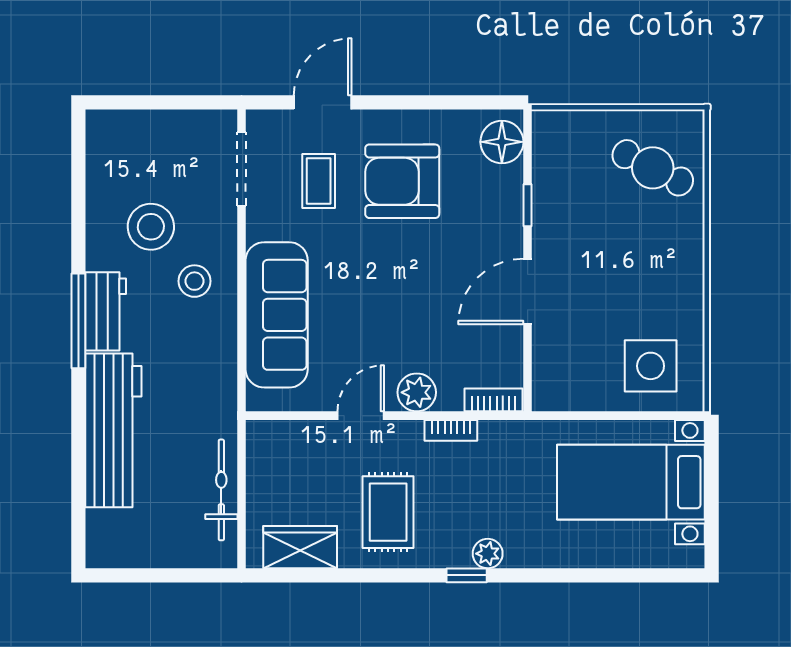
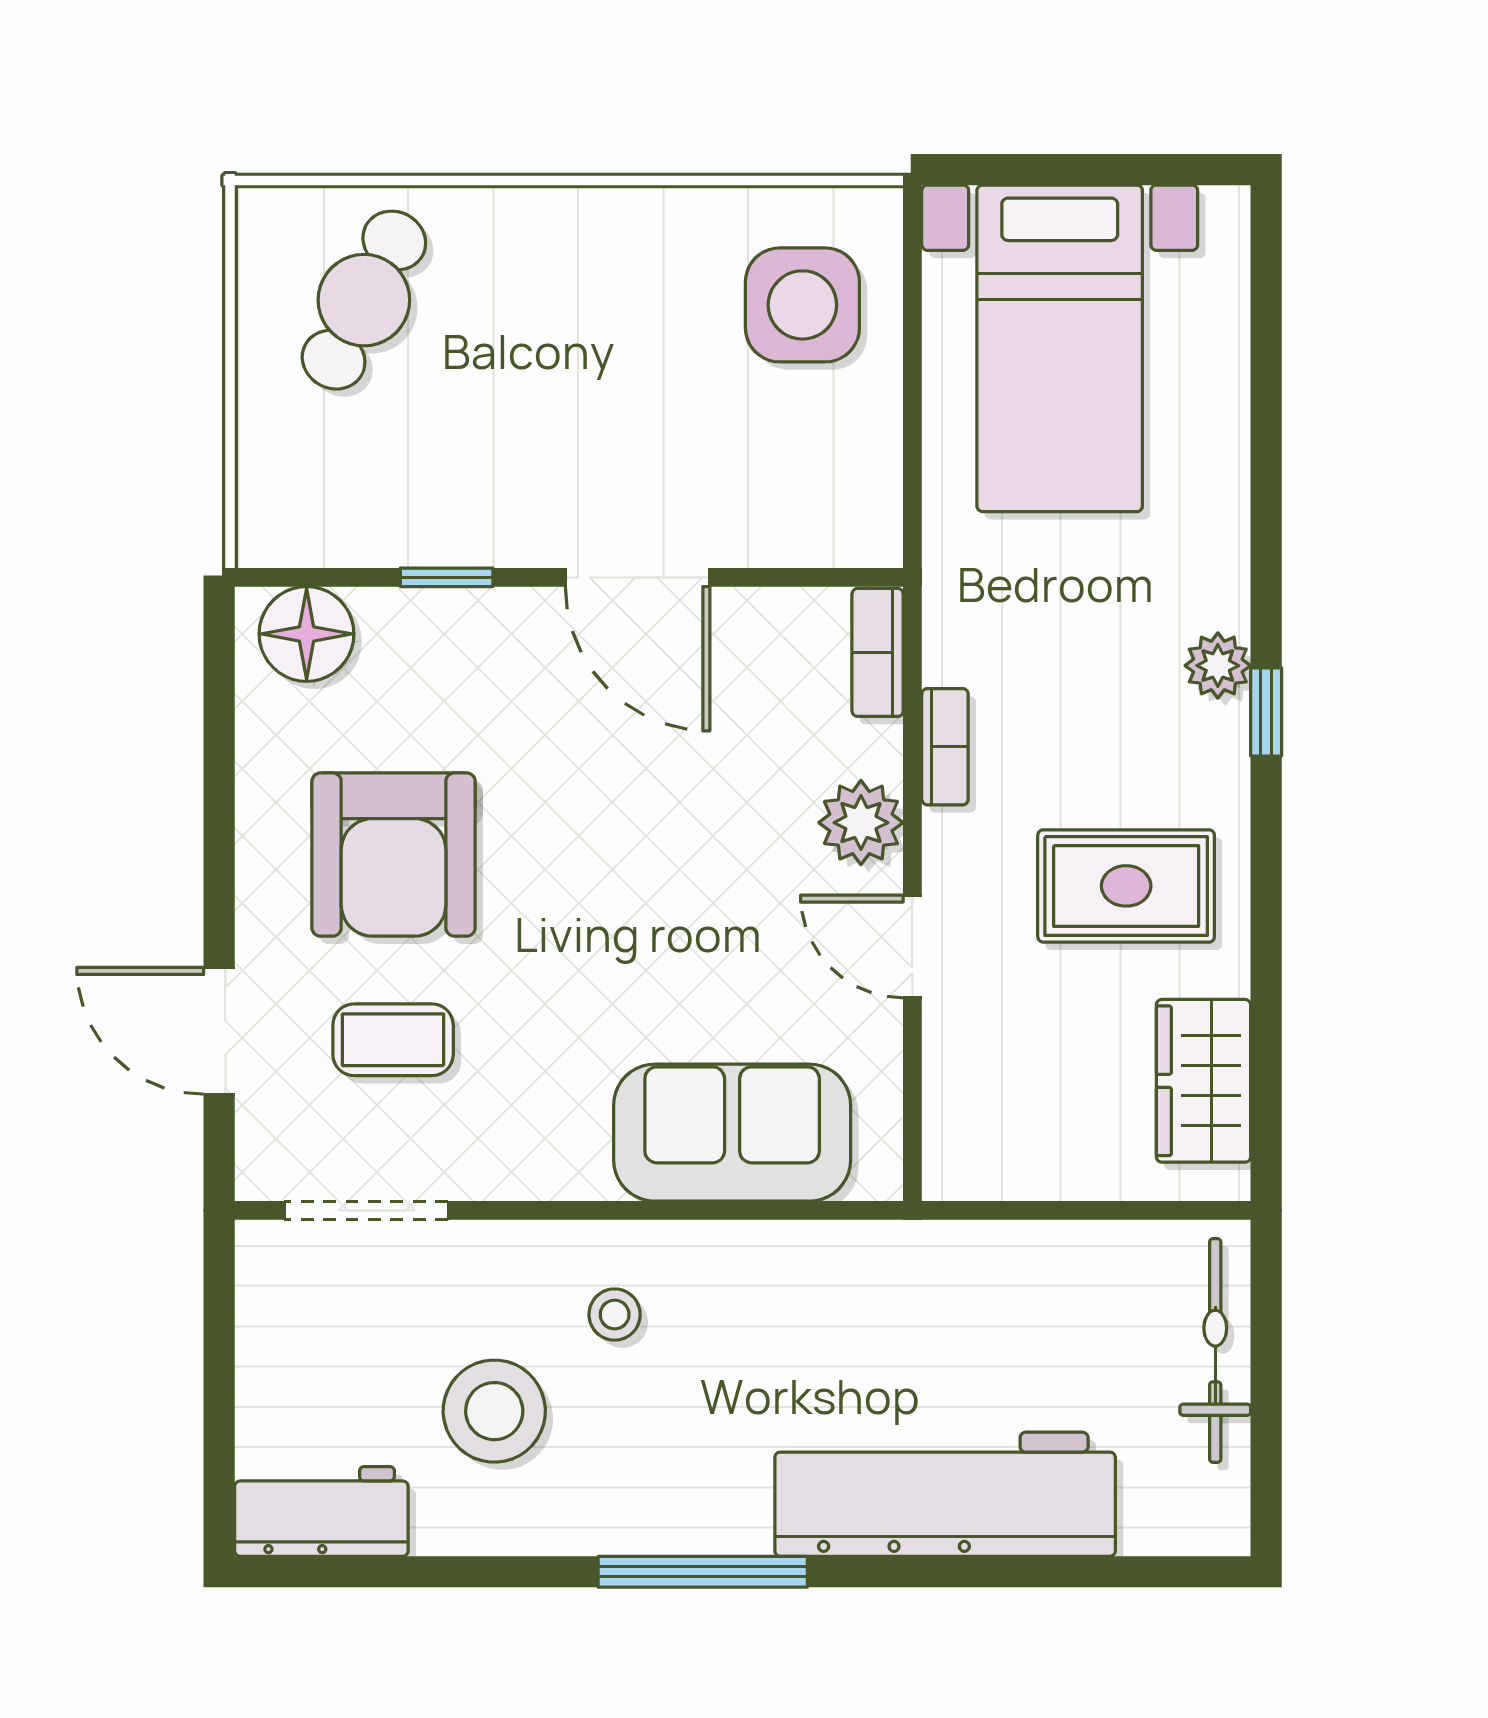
stool: (194, 281) -> (615, 1315), width x0.73, depth x0.73
workbench: (106, 311) -> (321, 1511), moved
sofa: (277, 315) -> (732, 1133), width x0.73
bicycle: (221, 490) -> (1215, 1351), moved, turned 90

